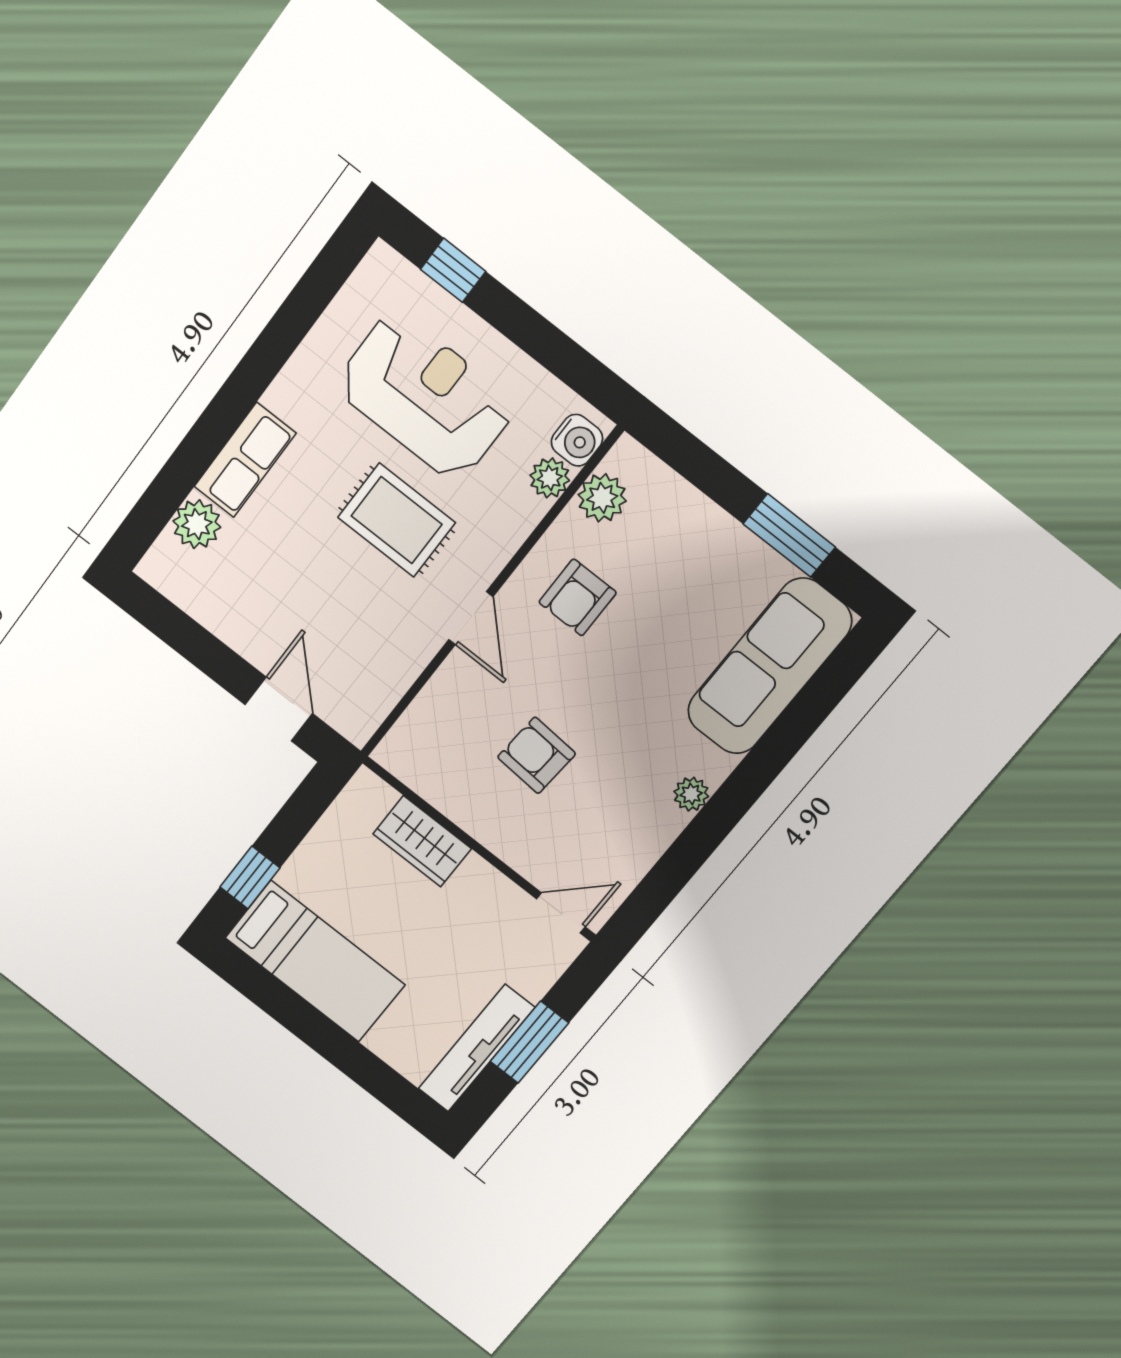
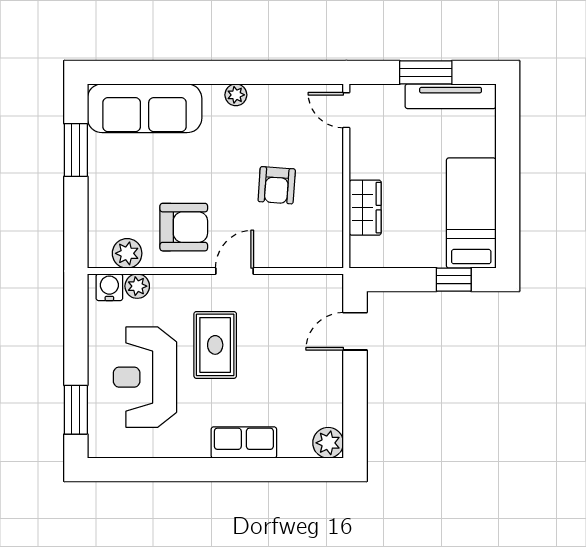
window: (453, 270) -> (76, 410), width x1.50
plant: (197, 524) -> (328, 443), moved
armchair: (578, 597) -> (184, 227), width x1.38, depth x1.38

